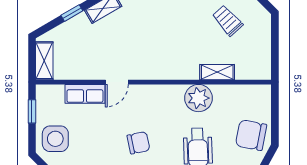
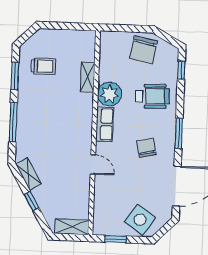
trolley: (228, 21) -> (43, 66), turned -138
row of seats: (85, 94) -> (105, 124), moved
side table: (55, 139) -> (140, 220), turned 35

